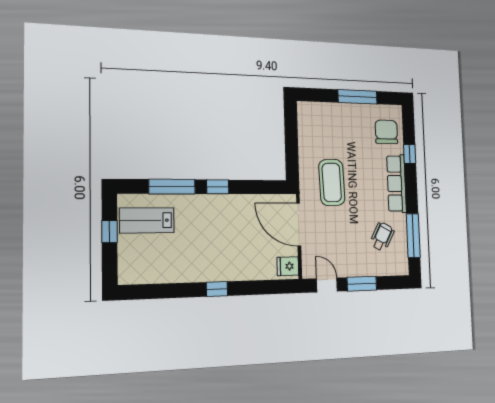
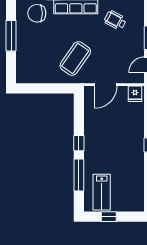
coffee table: (332, 182) -> (75, 58), turned -53
door: (299, 224) -> (106, 85), width x0.73

